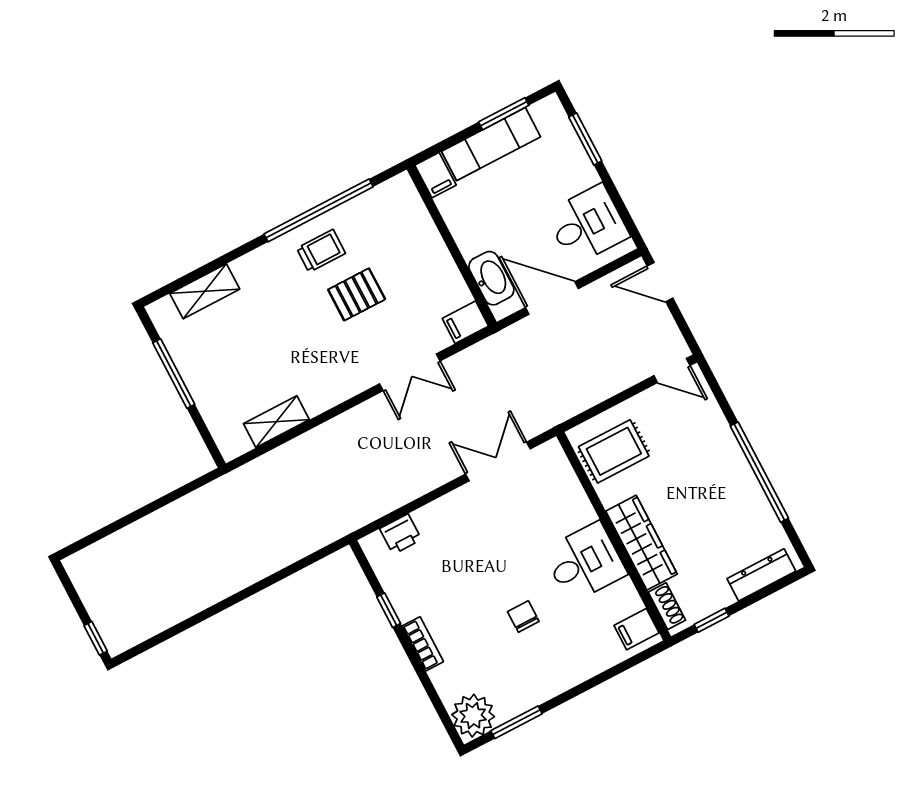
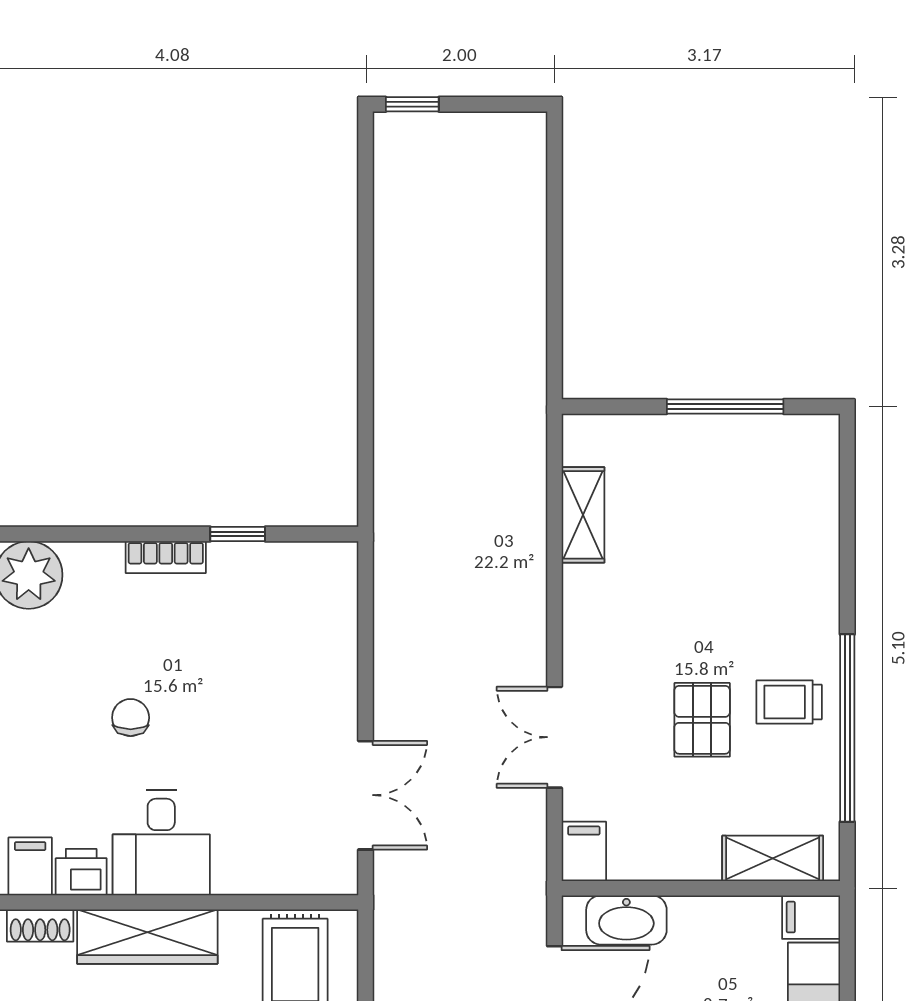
trolley: (321, 251) -> (789, 702), turned 90
shelving: (205, 291) -> (773, 858), moved, turned 90
printer: (401, 534) -> (81, 872), moved, turned 90
chair: (523, 616) -> (131, 718), turned -90

